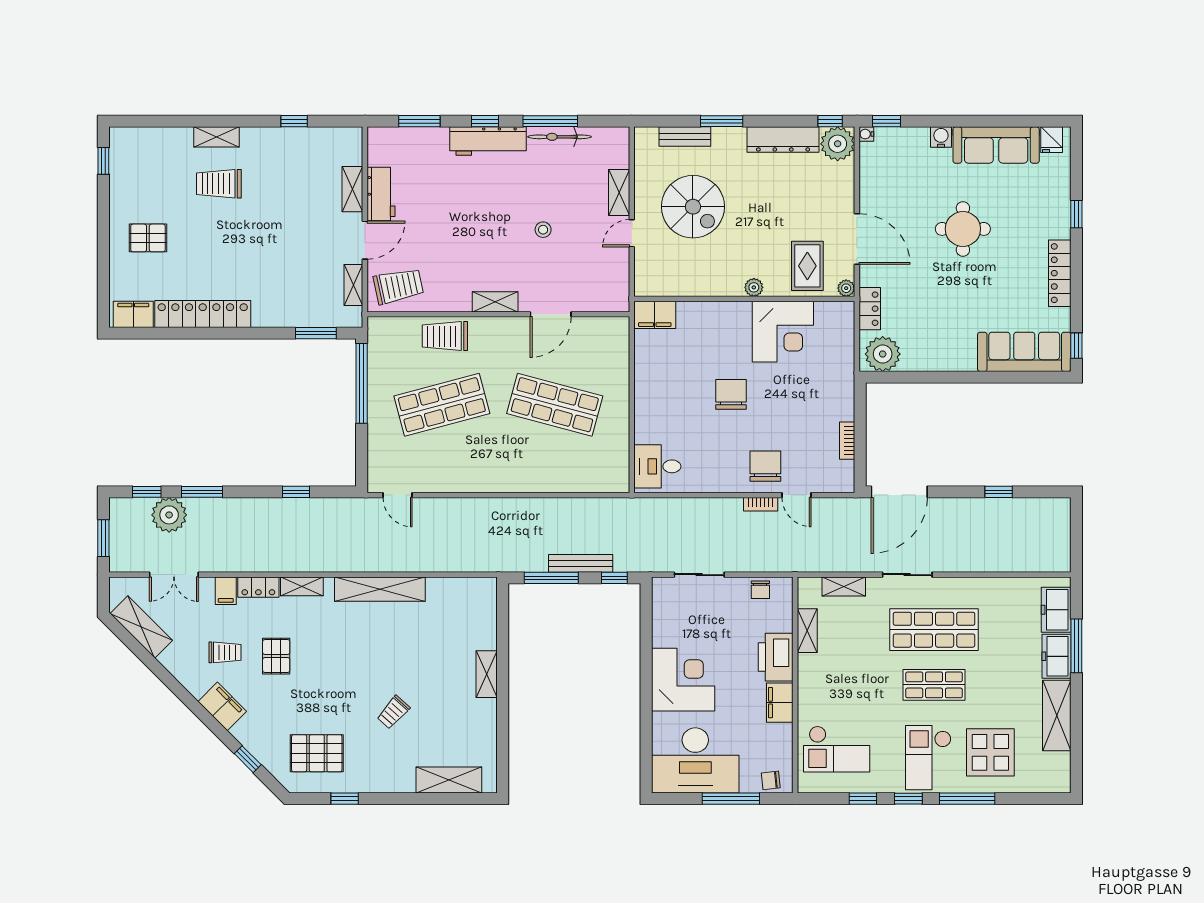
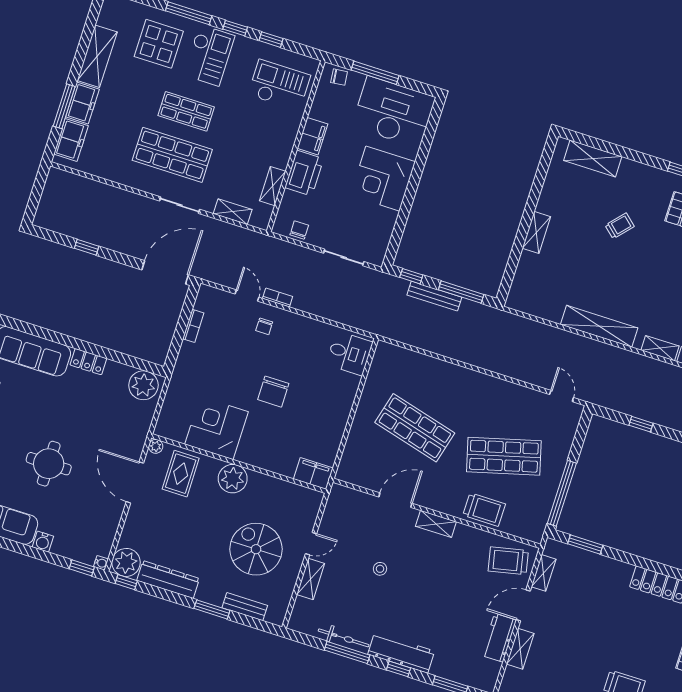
plant: (754, 287) -> (233, 479), width x1.87, depth x1.87
locker: (870, 309) -> (88, 362), moved, turned -90
chair: (765, 466) -> (264, 326), width x0.54, depth x0.54

